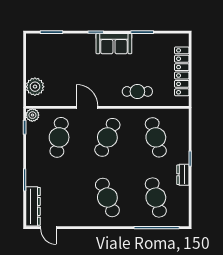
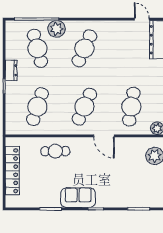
cafe table: (156, 137) -> (37, 107), turned 33
cafe table: (107, 197) -> (84, 48), turned 45
plant: (136, 218) -> (57, 29), added

